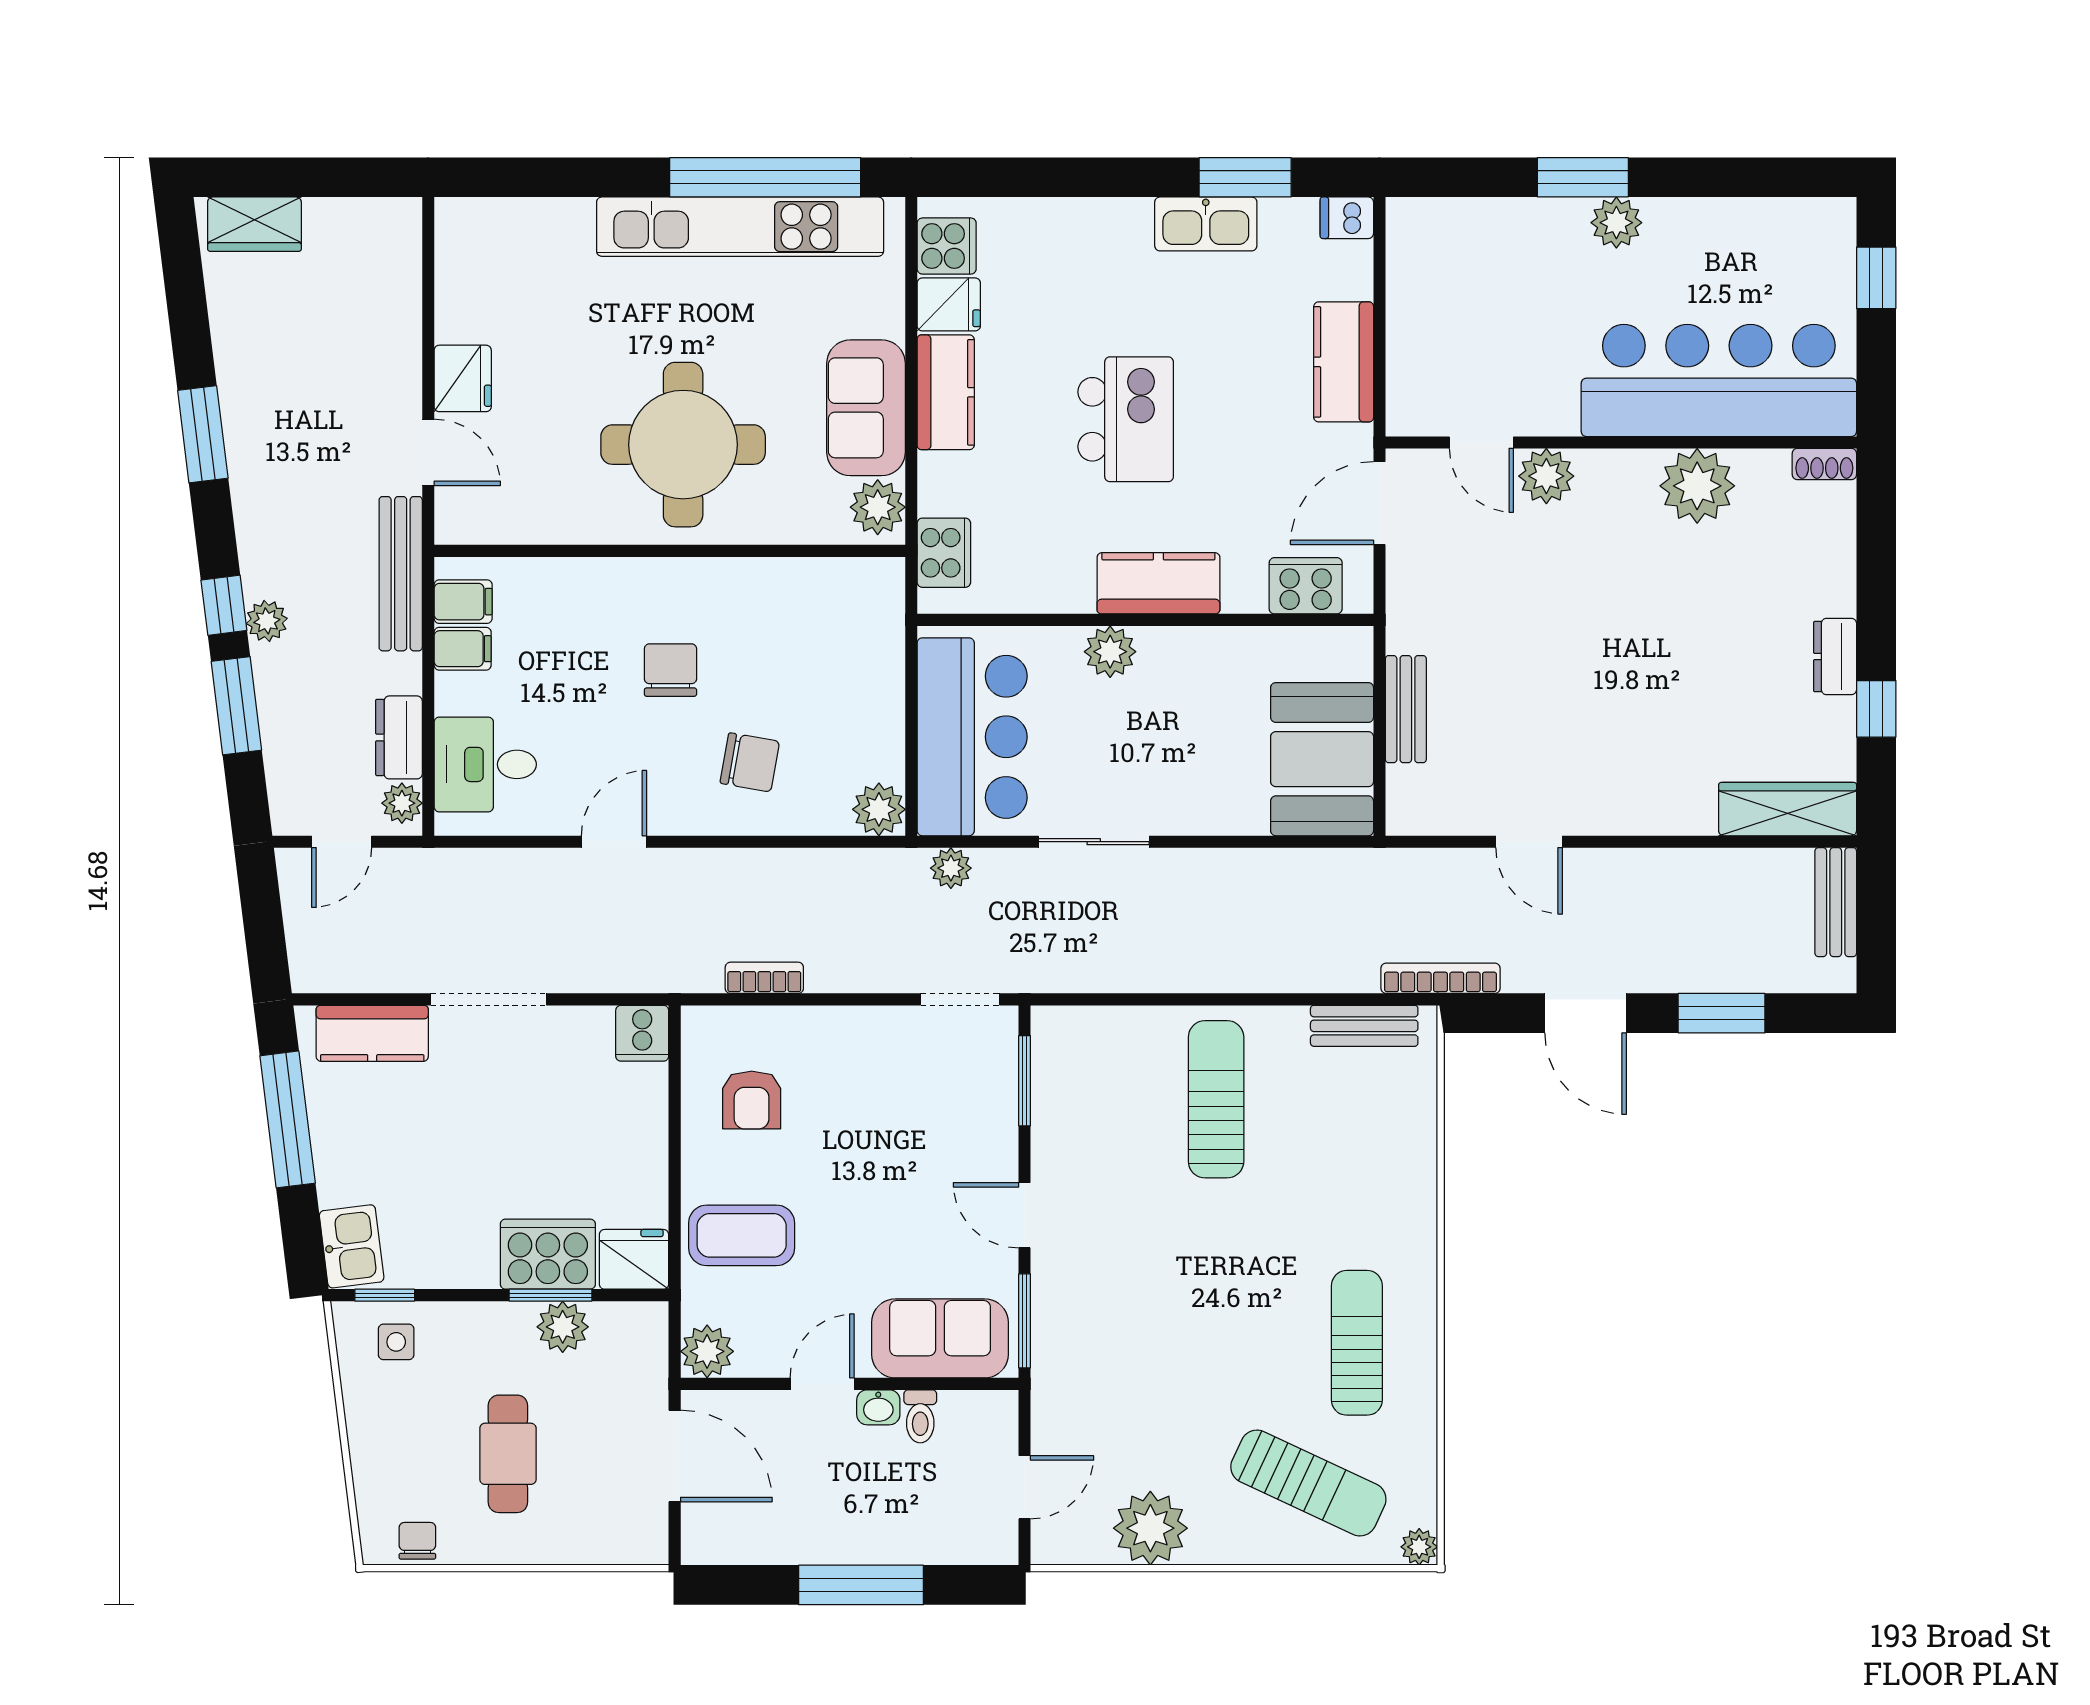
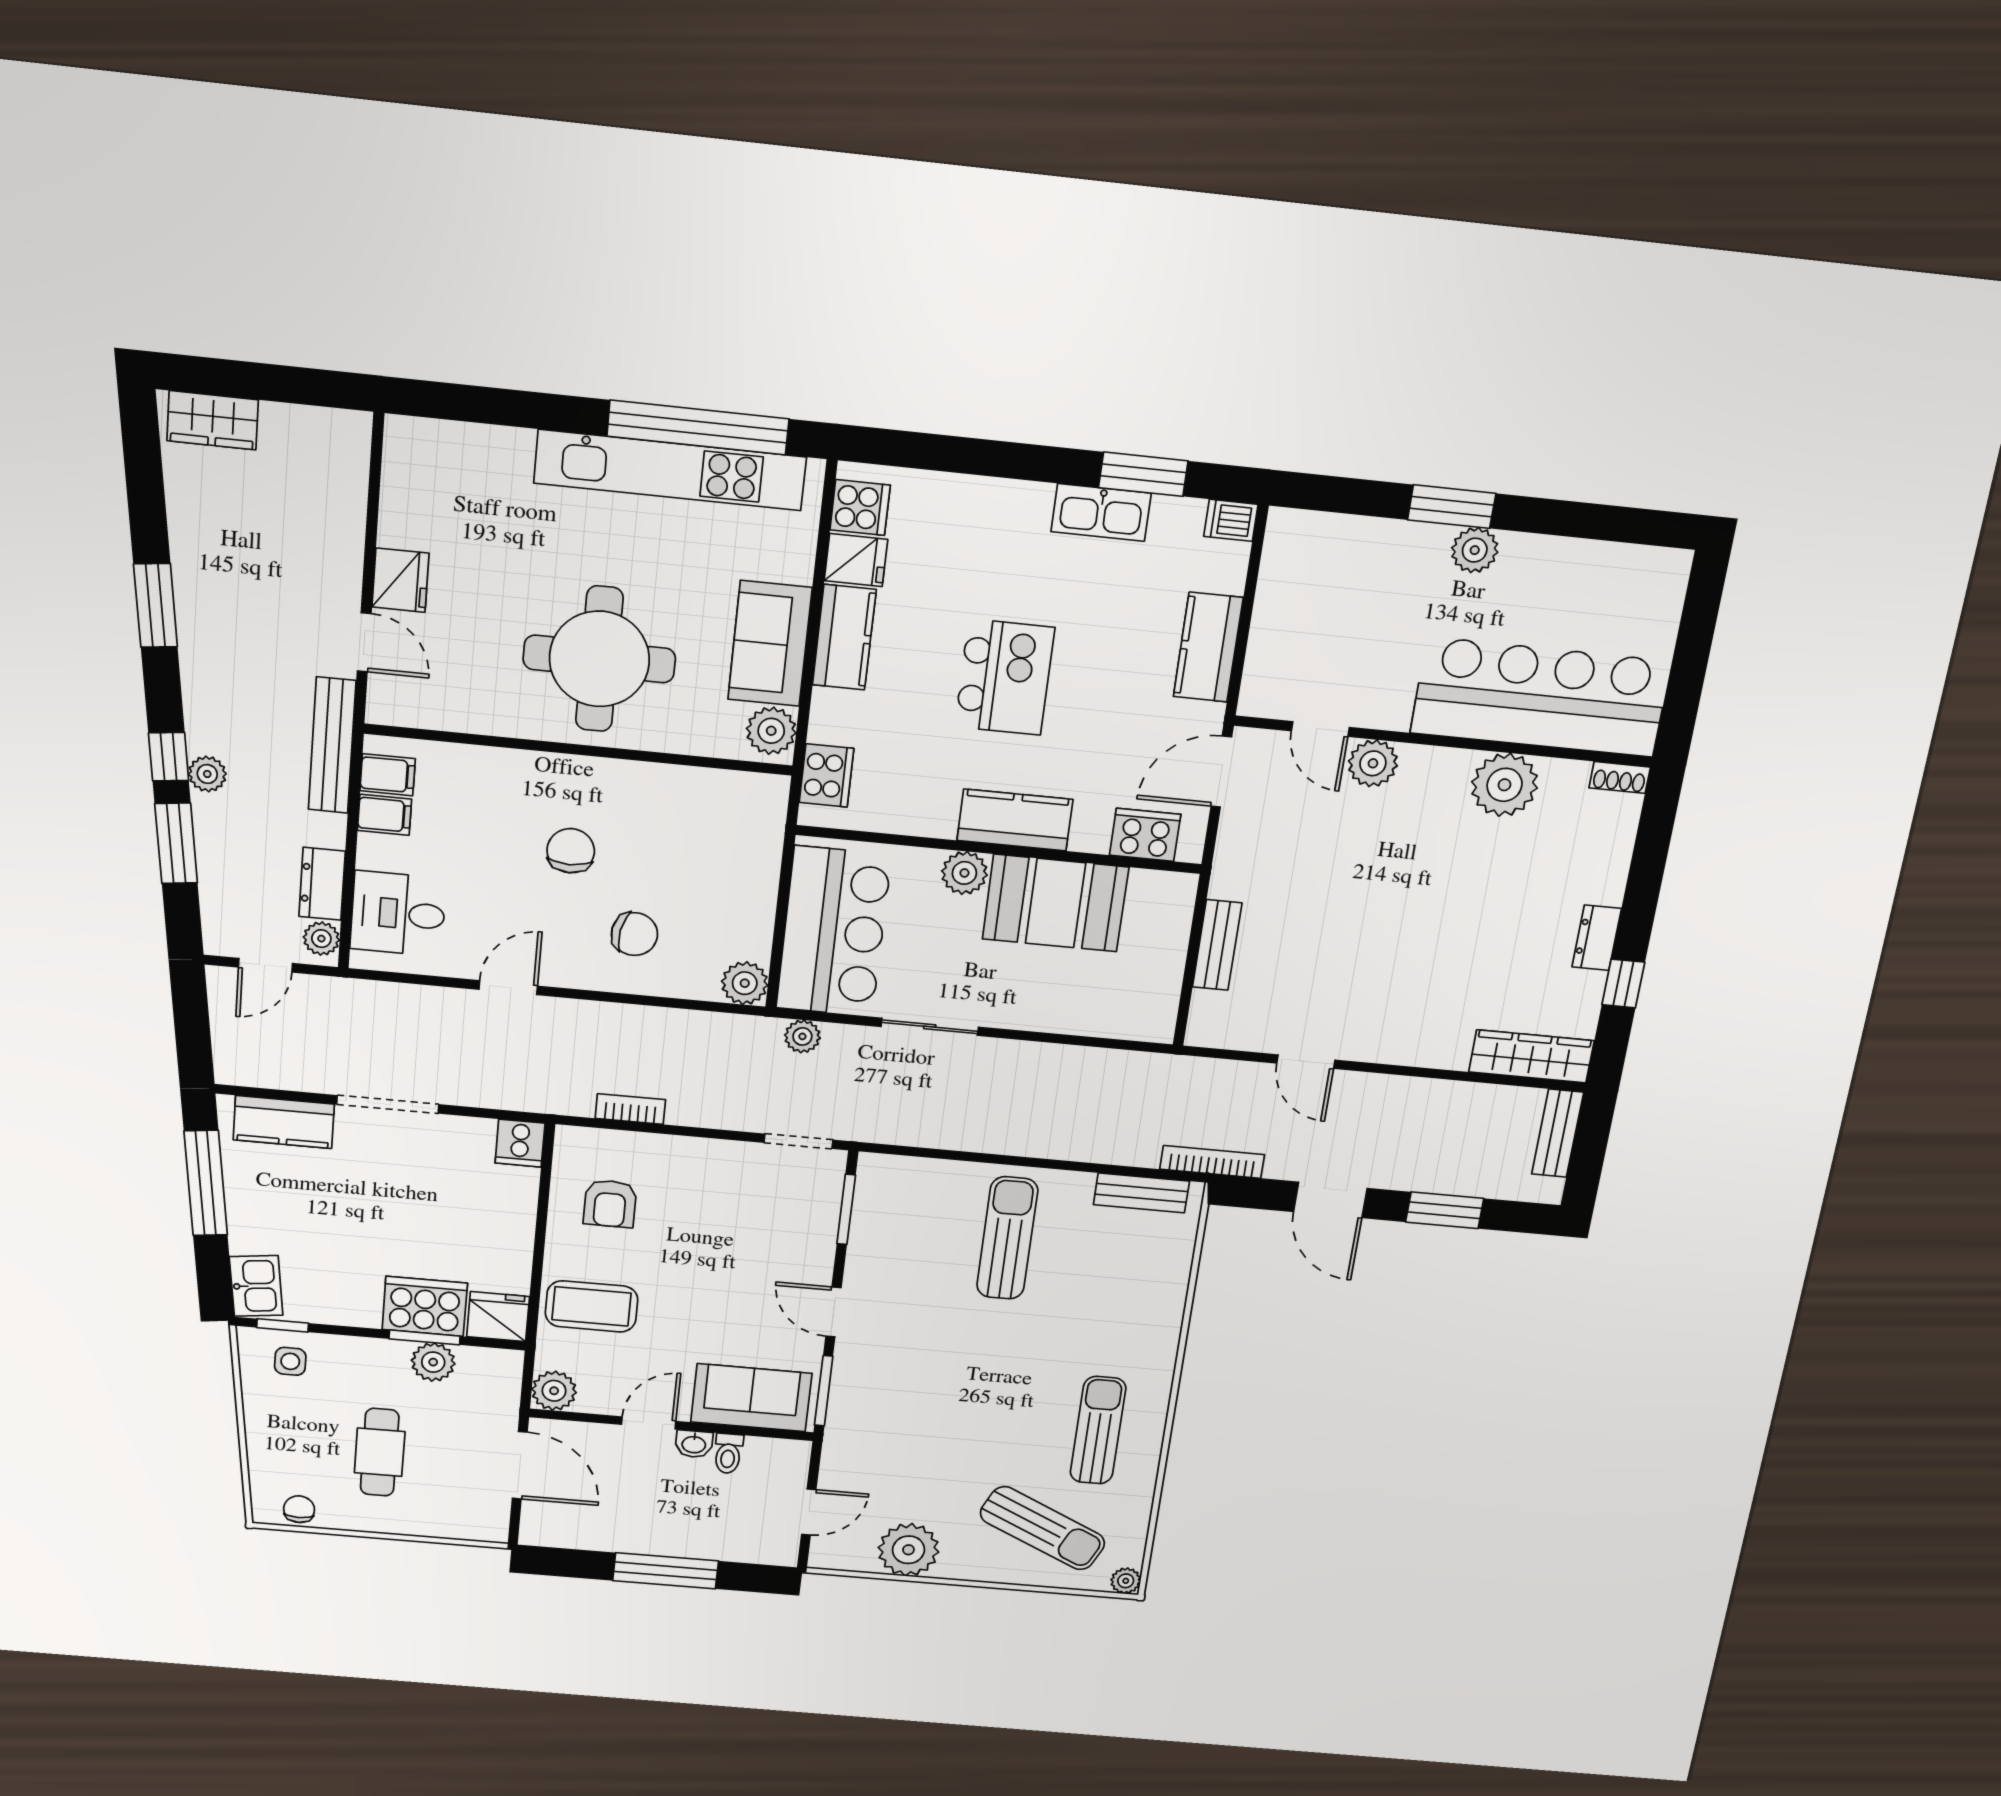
window: (1876, 278) -> (1698, 623), removed
booth: (1322, 759) -> (1055, 903), moved, turned 90

